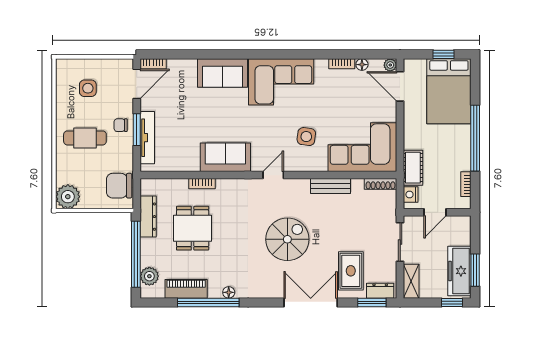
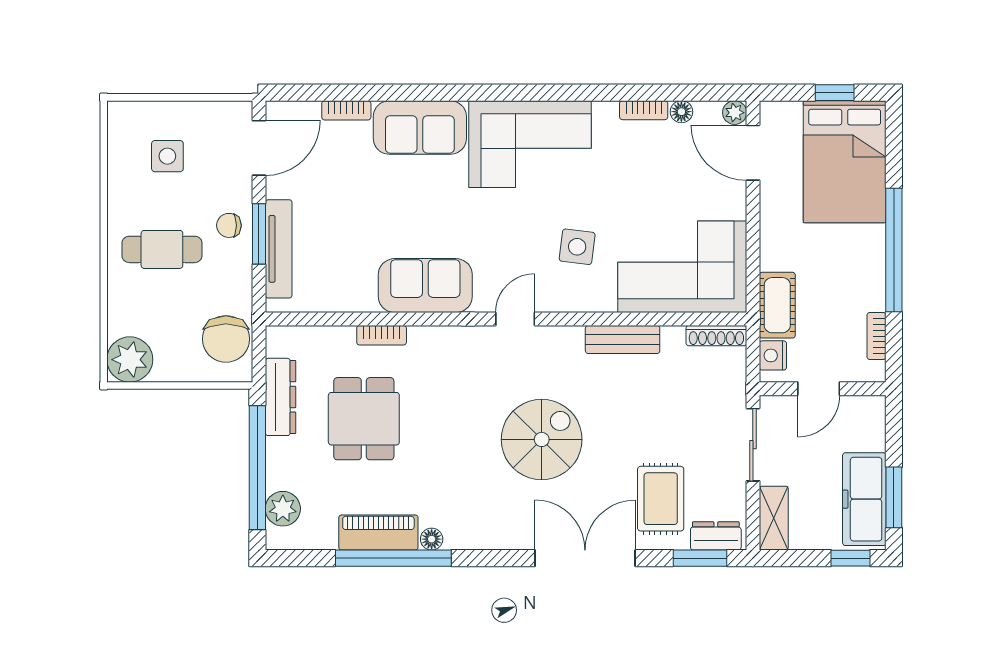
bookcase: (153, 64) -> (346, 110), moved
chair: (119, 186) -> (226, 339), turned -90
piano: (186, 289) -> (378, 532), moved

